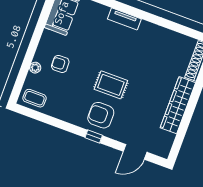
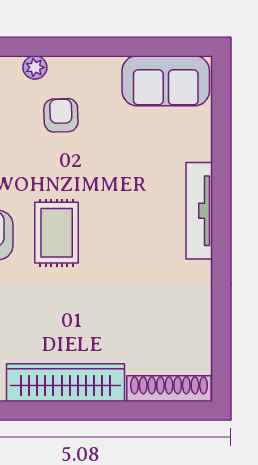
tv unit: (124, 19) -> (199, 211), width x1.41

